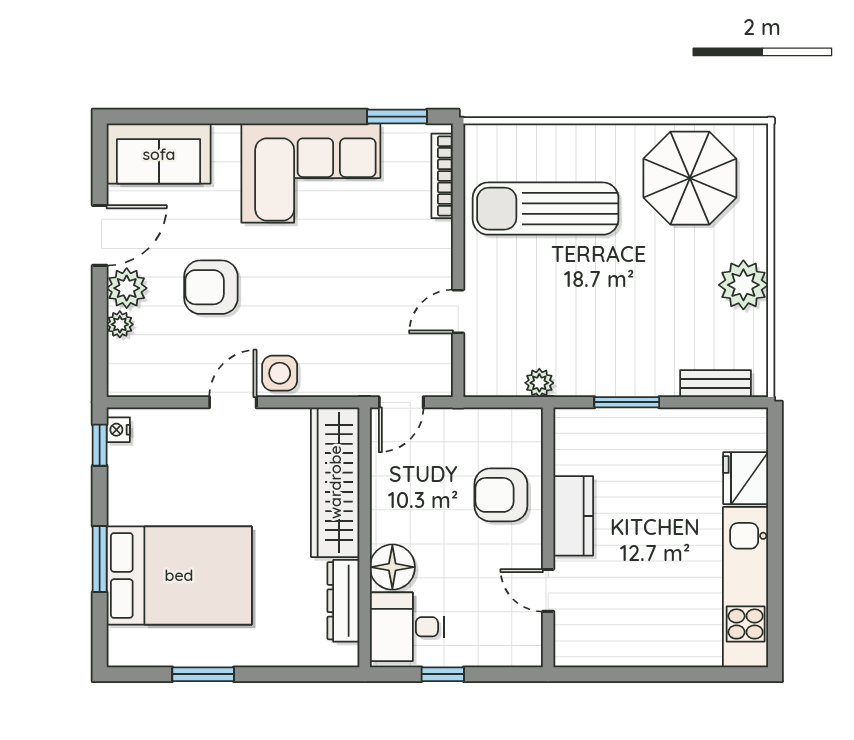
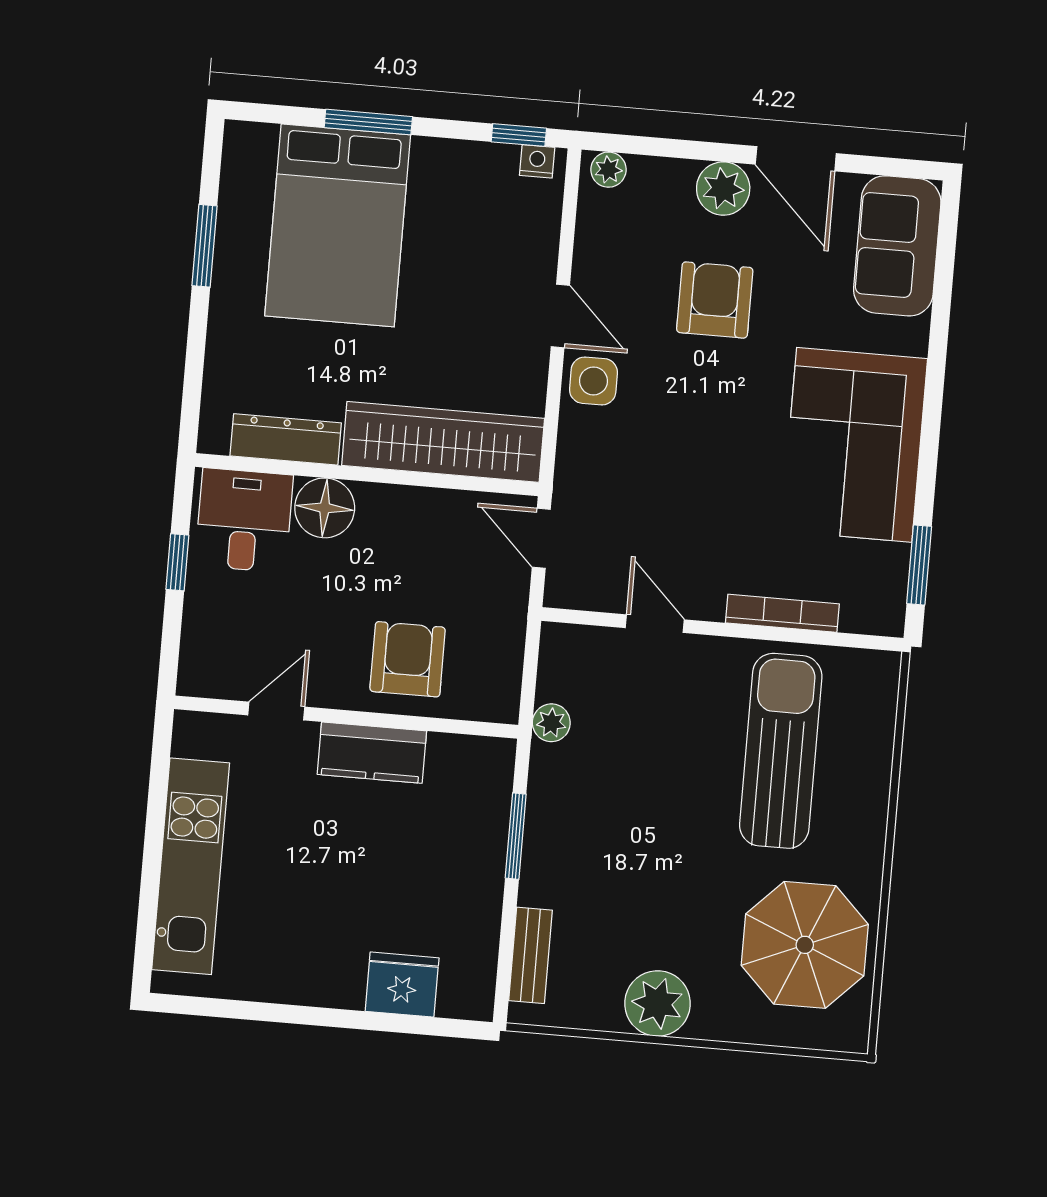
bookcase: (442, 176) -> (782, 613), moved
plant: (120, 324) -> (608, 170), moved
kitchen unit: (746, 587) -> (191, 866), moved, turned 90

